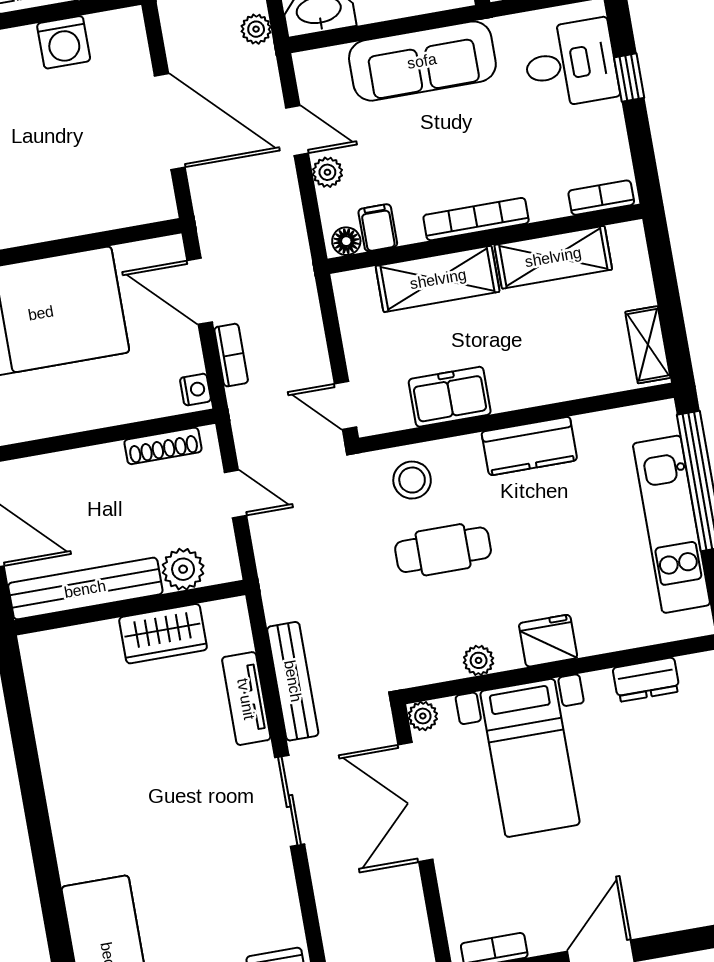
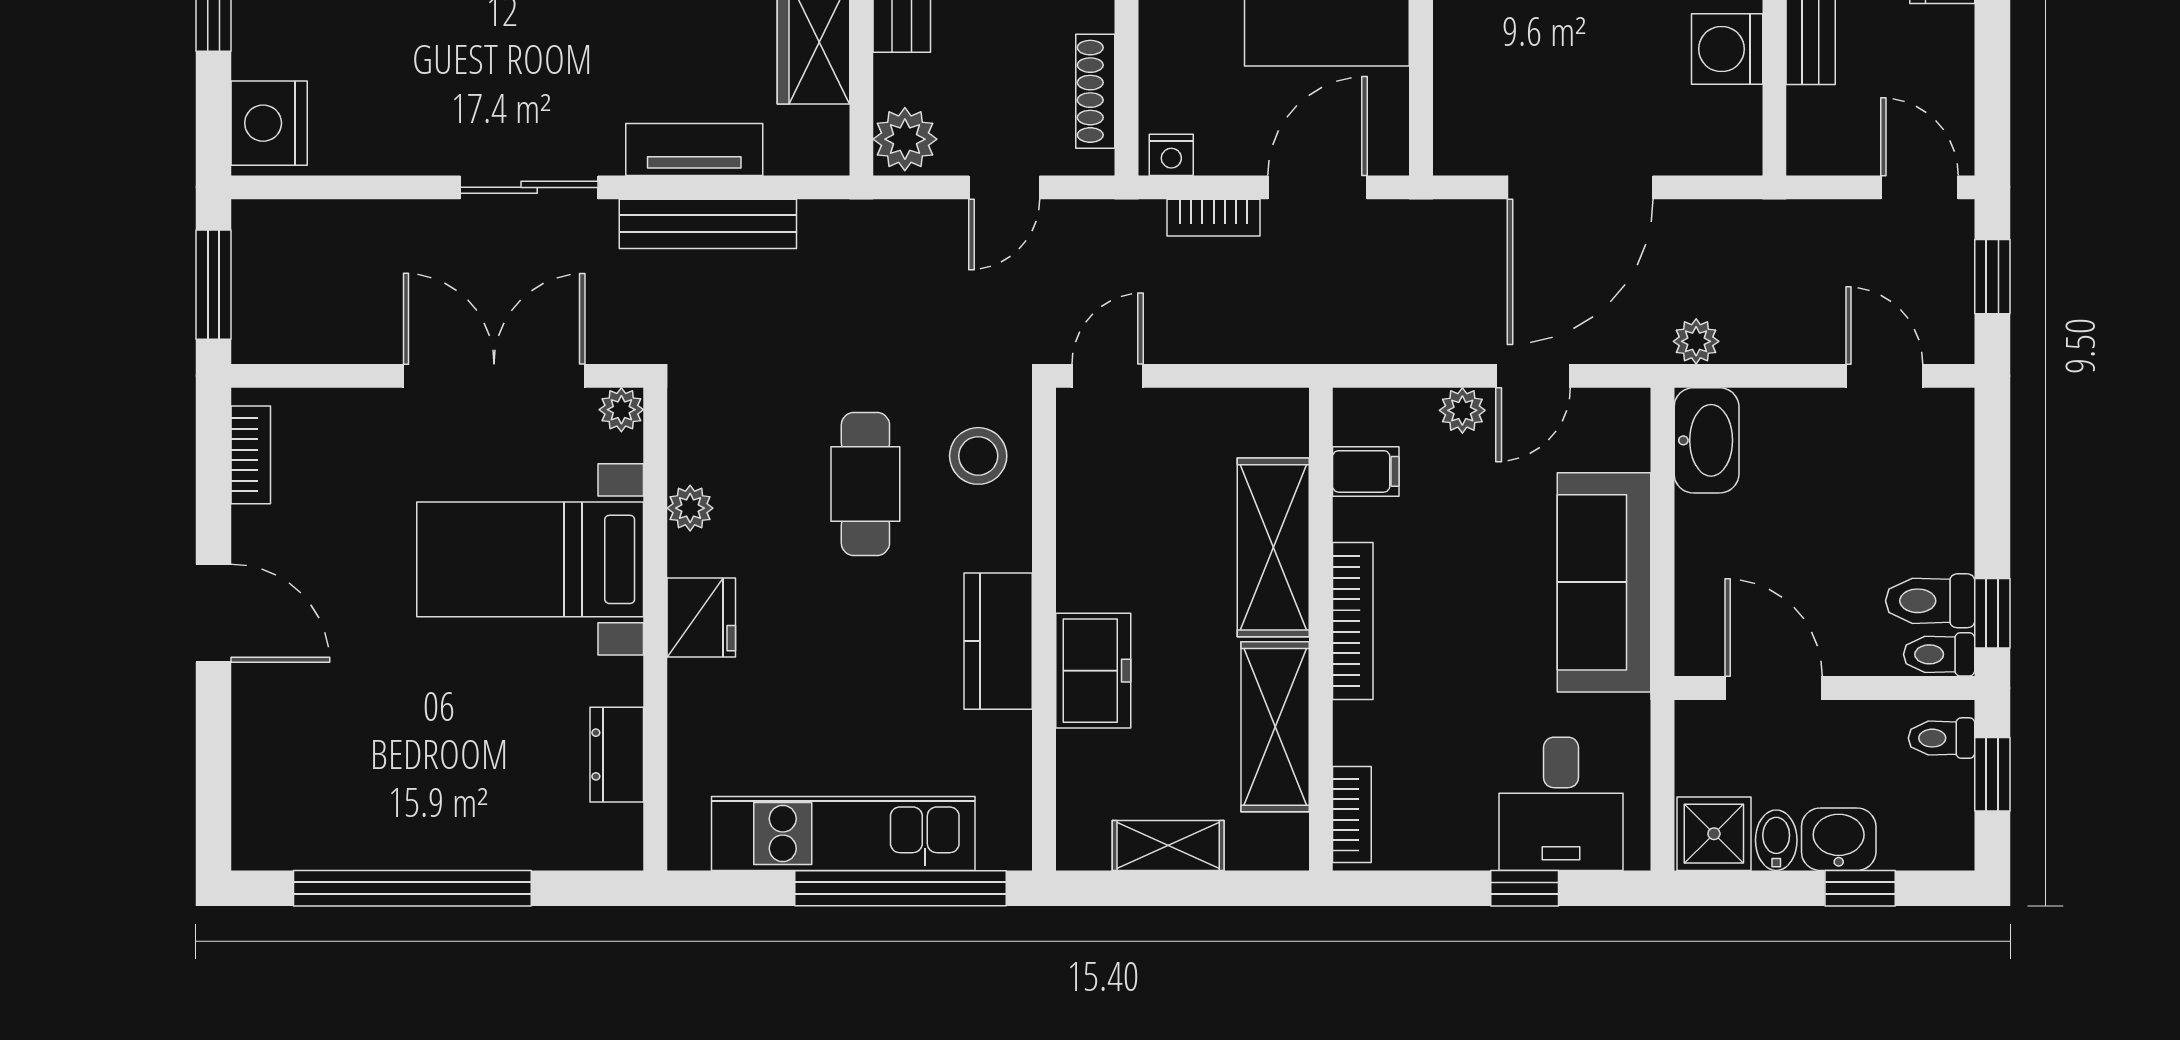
floor lamp: (346, 241) -> (1354, 420), removed
shelving: (648, 345) -> (1168, 846), moved
freezer: (450, 397) -> (1093, 671), moved
plant: (183, 569) -> (905, 139), moved

